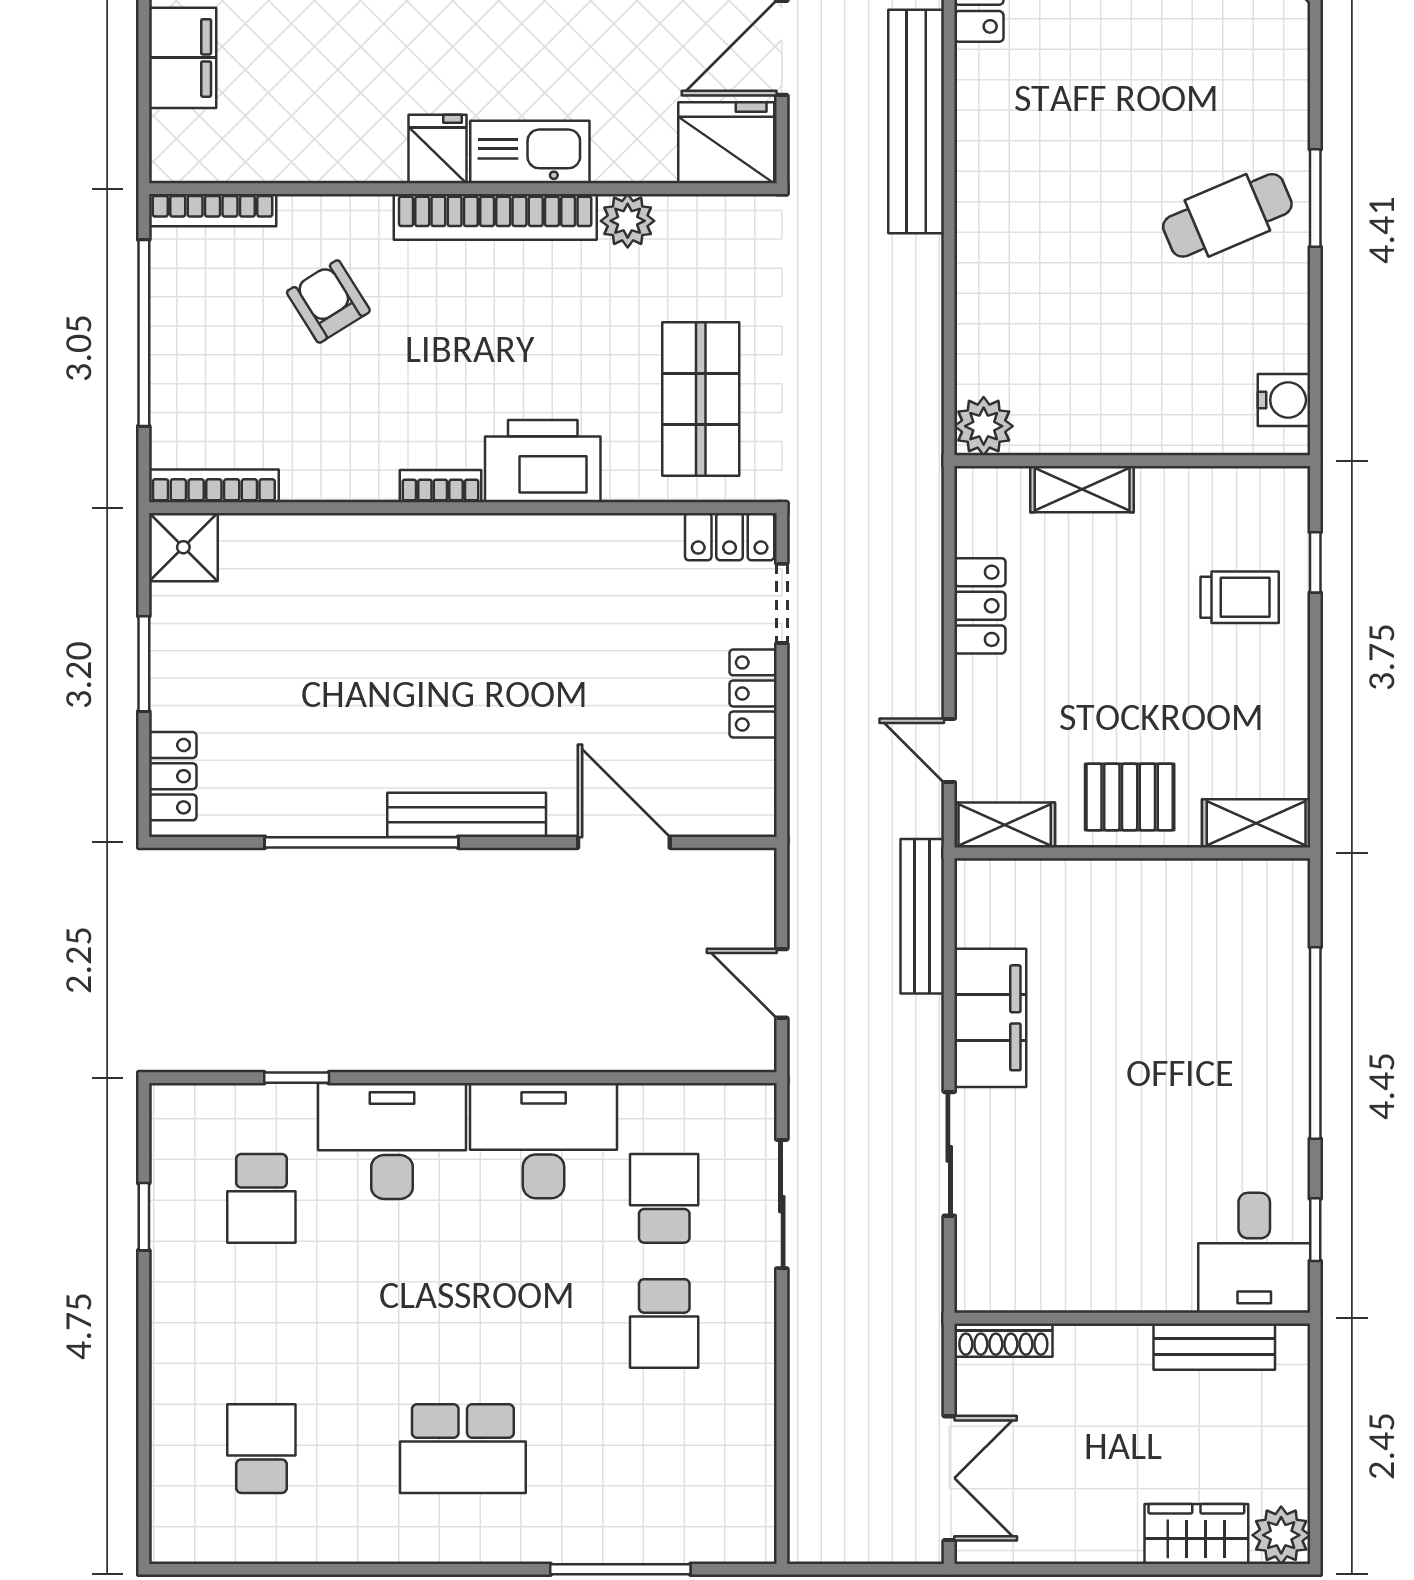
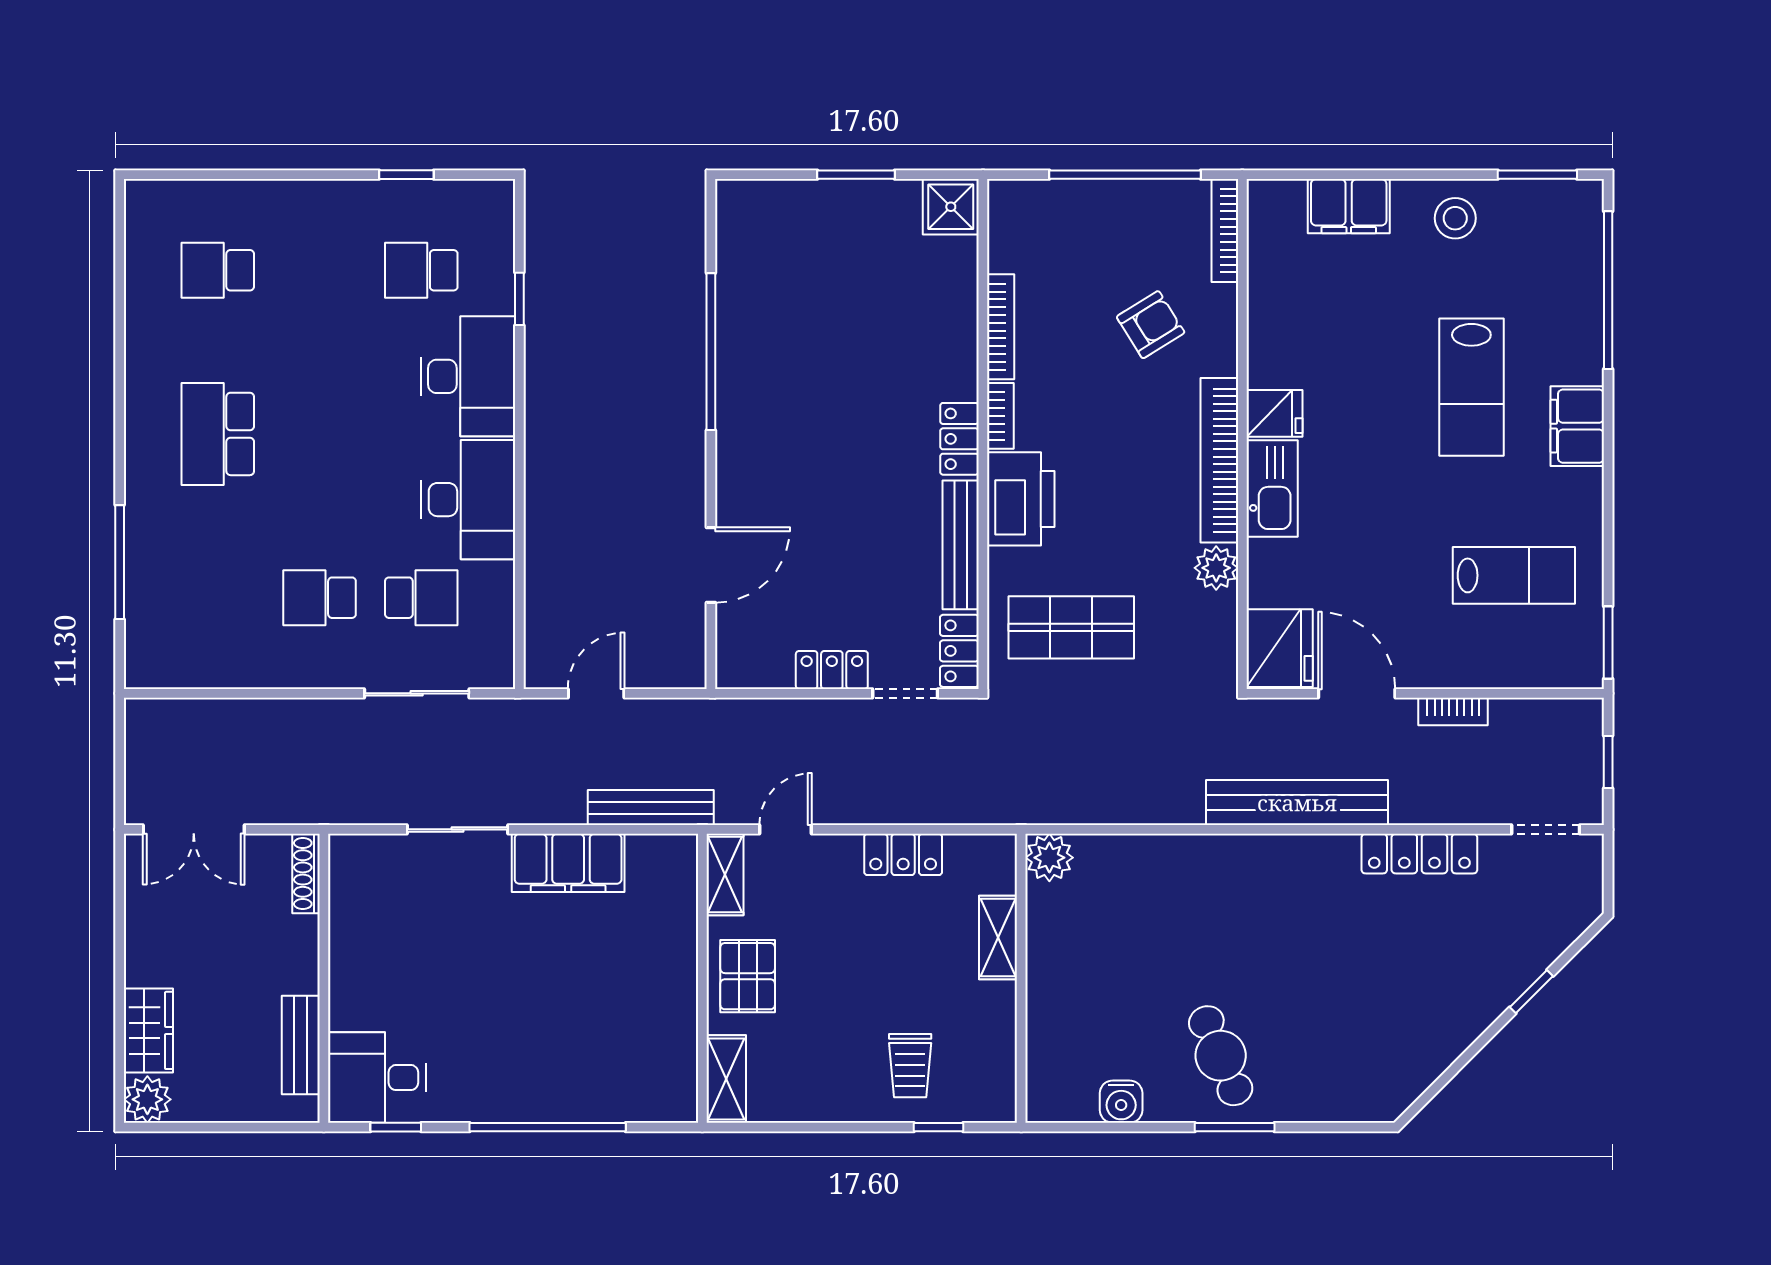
water cooler: (1284, 400) -> (1121, 1102), moved
bookcase: (214, 486) -> (1001, 327), moved
locker: (173, 776) -> (959, 439), moved, turned 90
bench: (467, 815) -> (961, 545), moved
school desk: (261, 1449) -> (218, 270), turned 180

